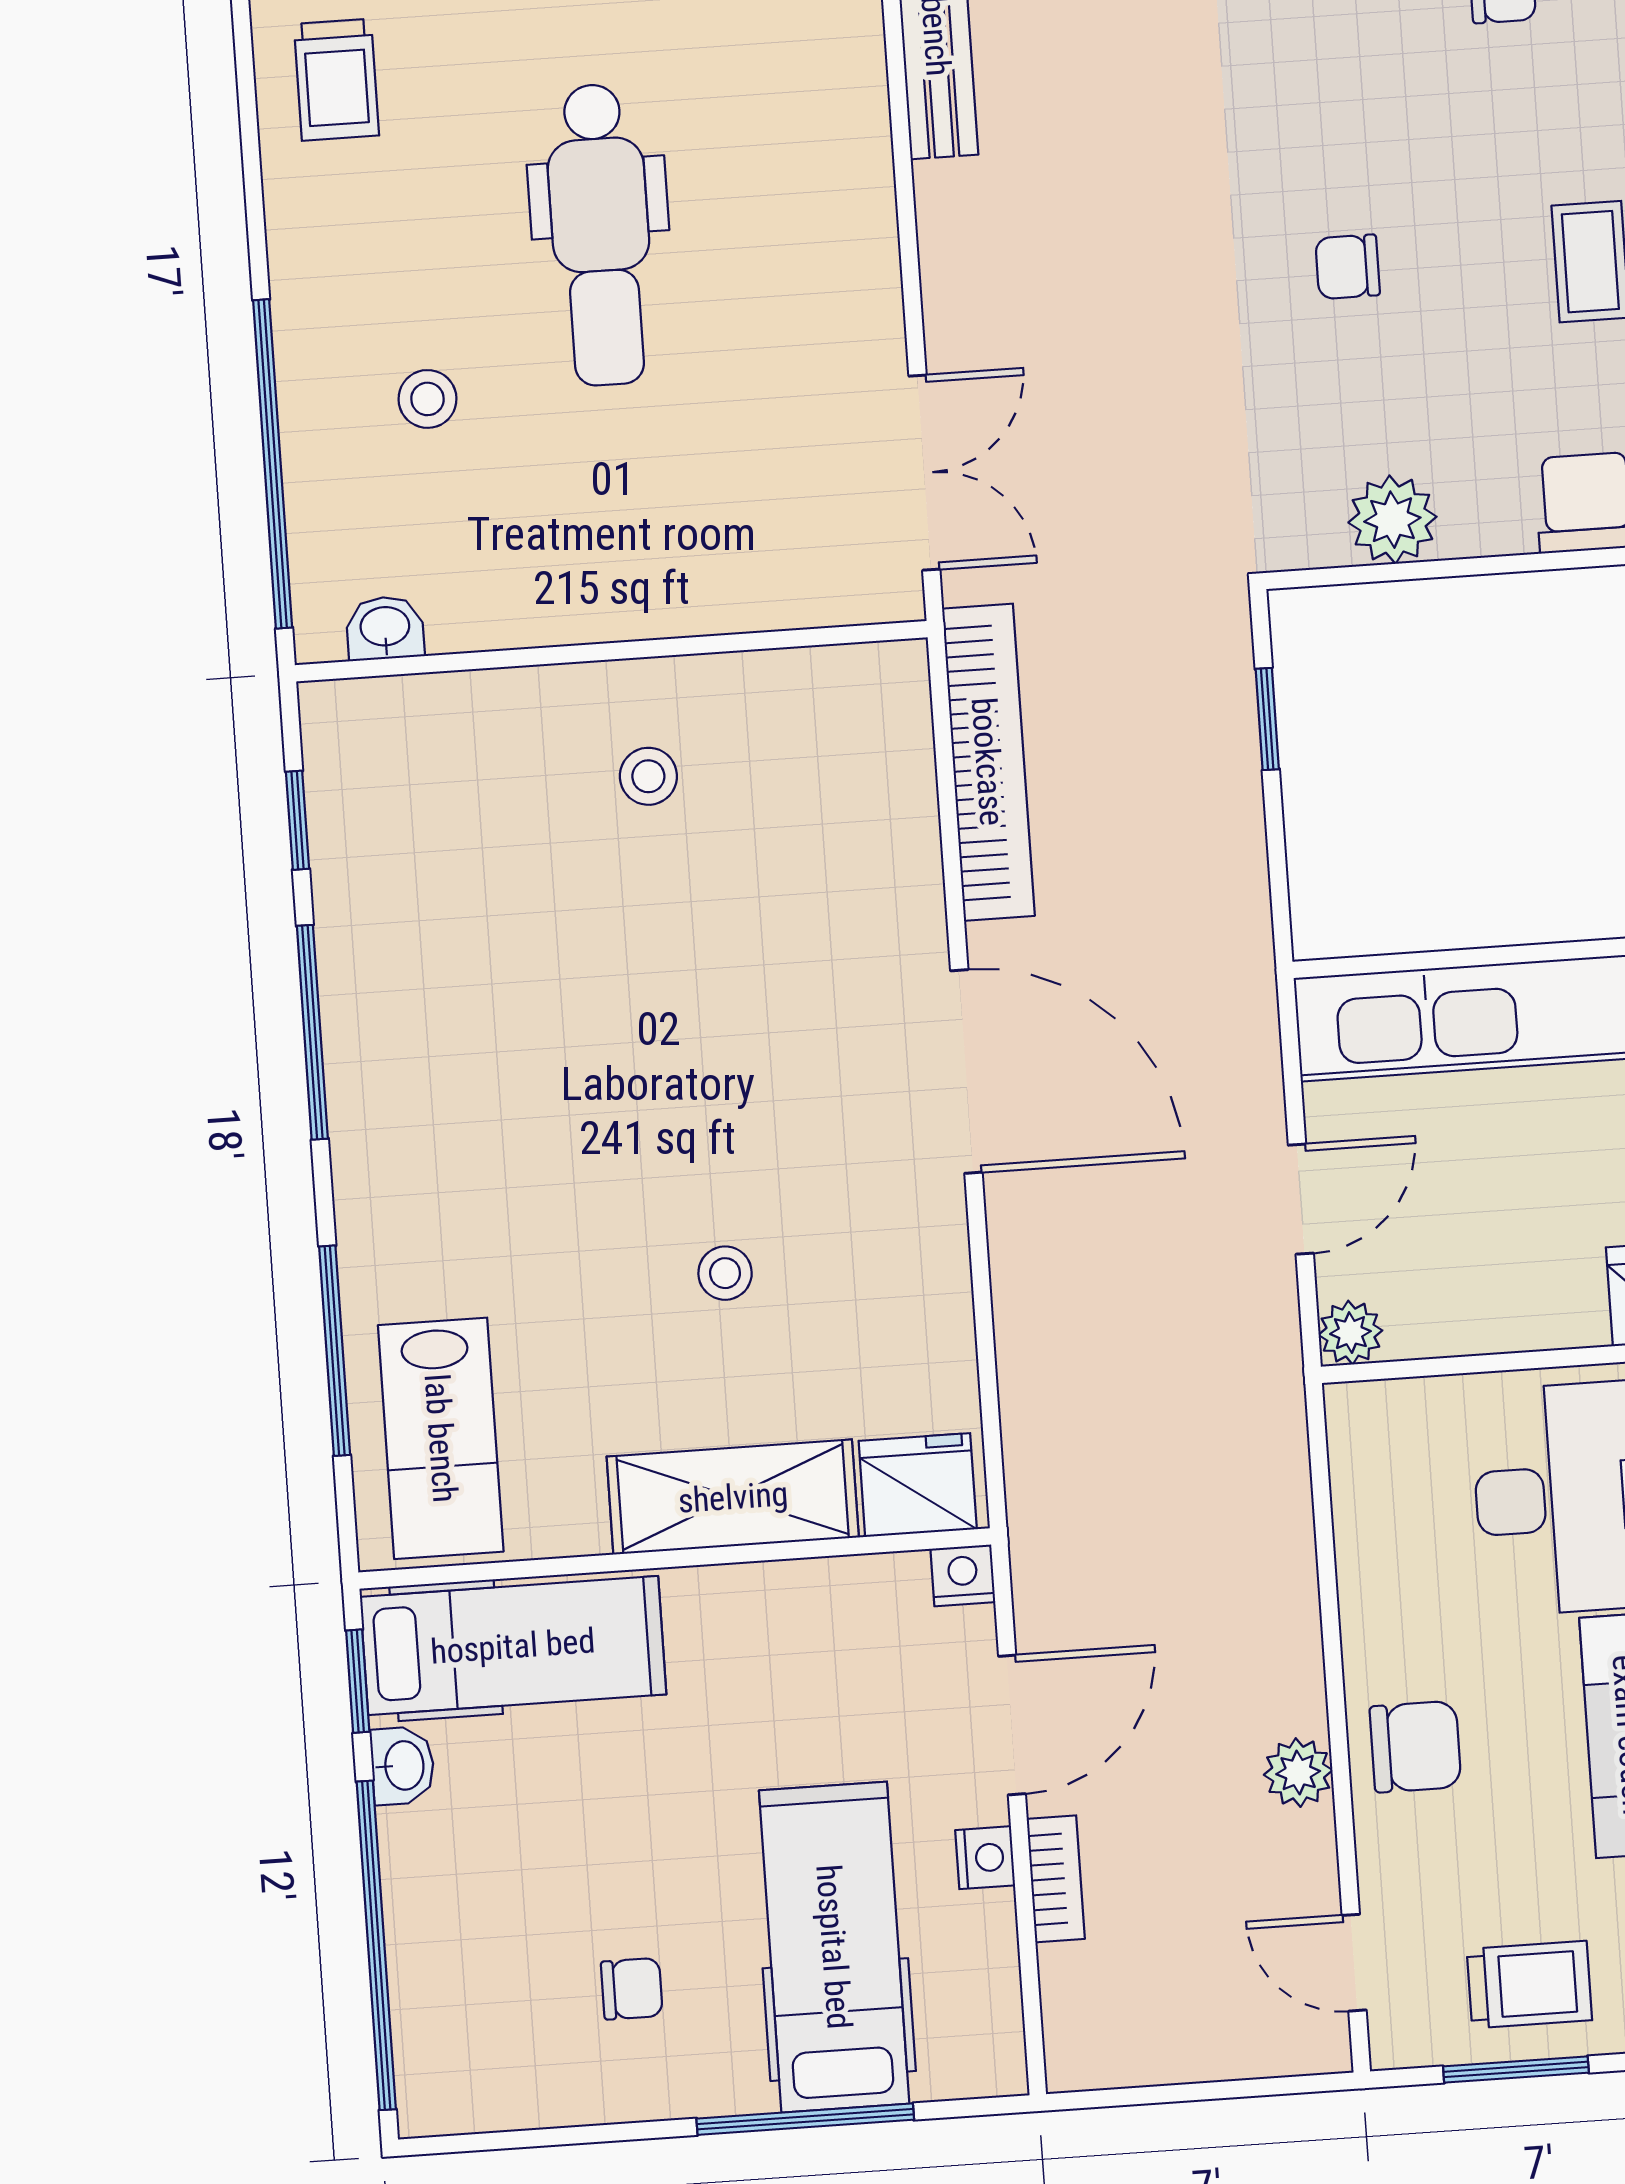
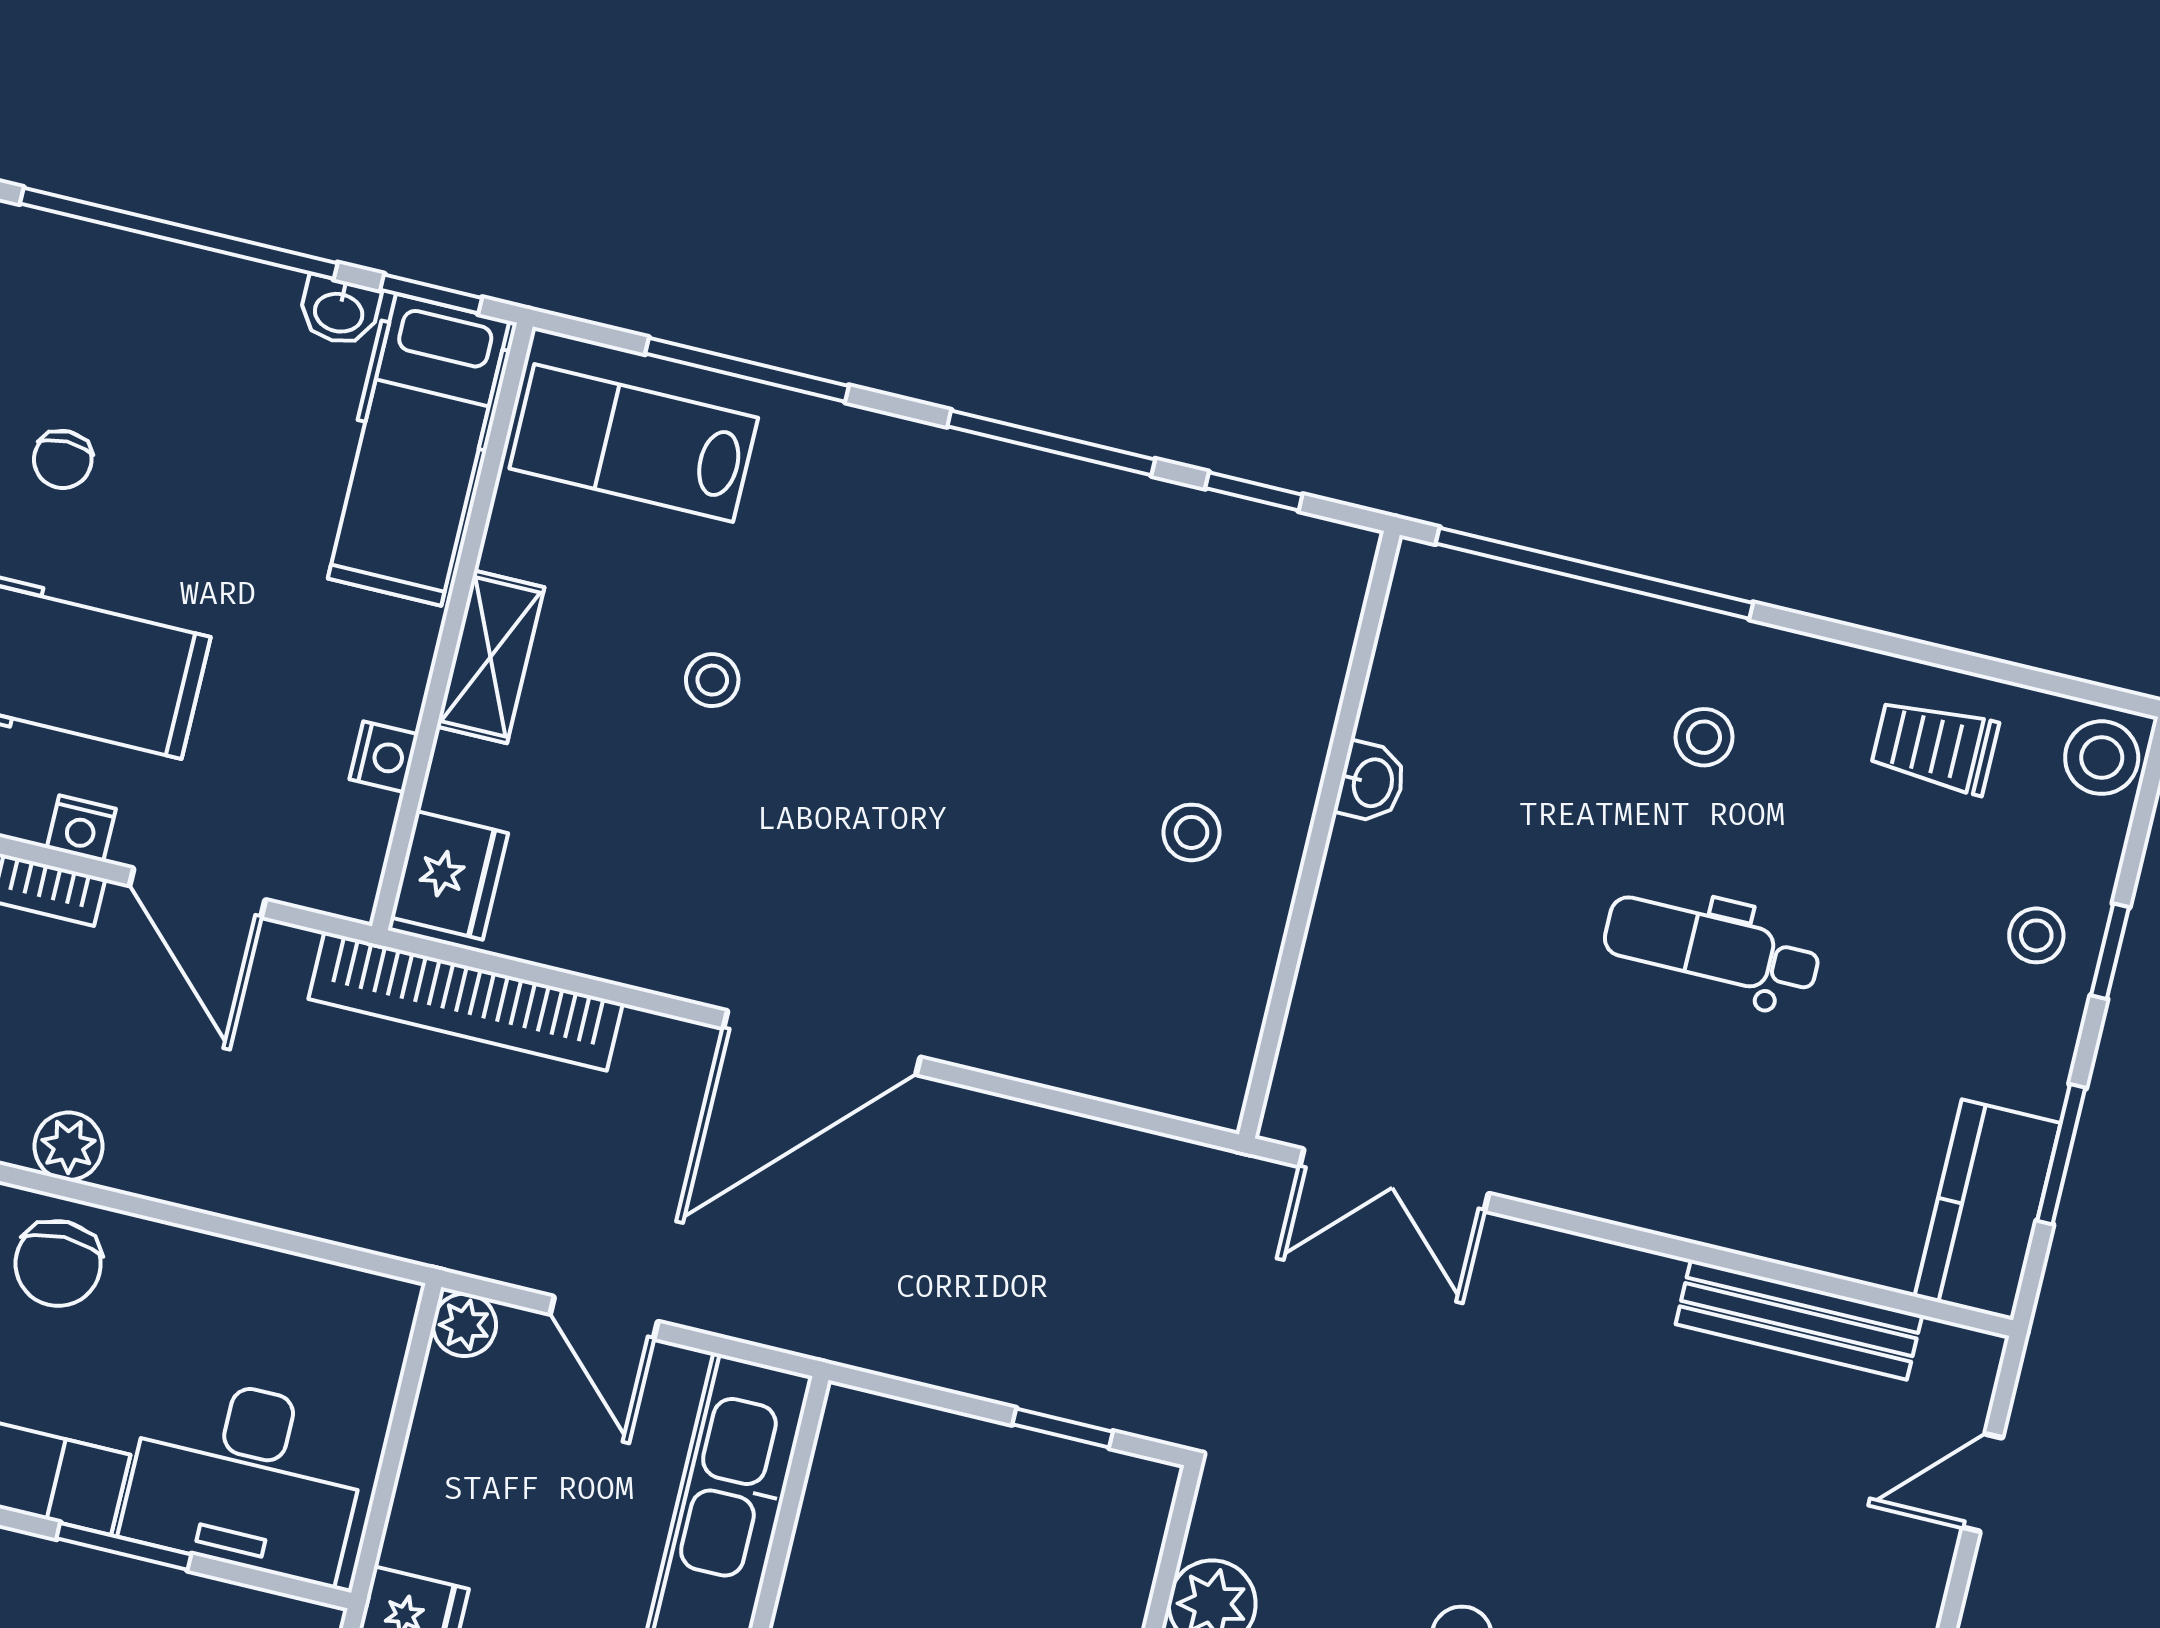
dental chair: (601, 235) -> (1712, 947), width x0.73, depth x0.72
stool: (427, 399) -> (1704, 737), moved
washbasin: (385, 628) -> (1371, 782), moved
bookcase: (988, 762) -> (466, 1001), moved
stool: (725, 1273) -> (712, 680), moved
shelving: (733, 1497) -> (490, 657), width x0.67, depth x0.75
nightstand: (963, 1575) -> (384, 757), moved

